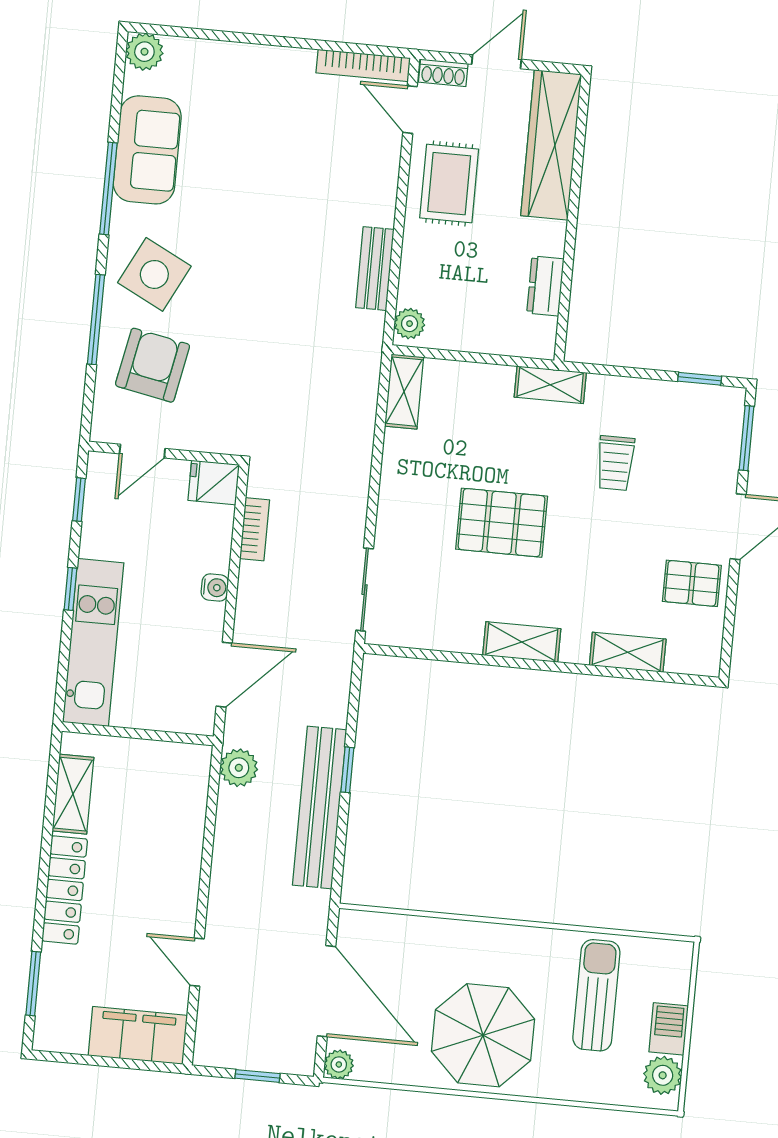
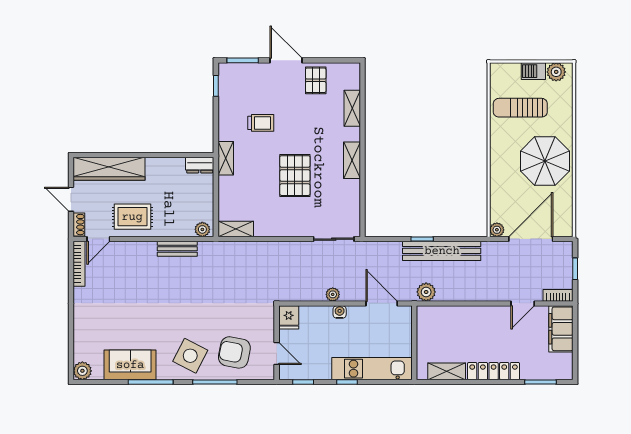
dresser: (545, 286) -> (200, 165), moved
bookcase: (255, 529) -> (558, 295), moved
plant: (252, 577) -> (333, 294), added
plant: (339, 1064) -> (497, 230), moved

